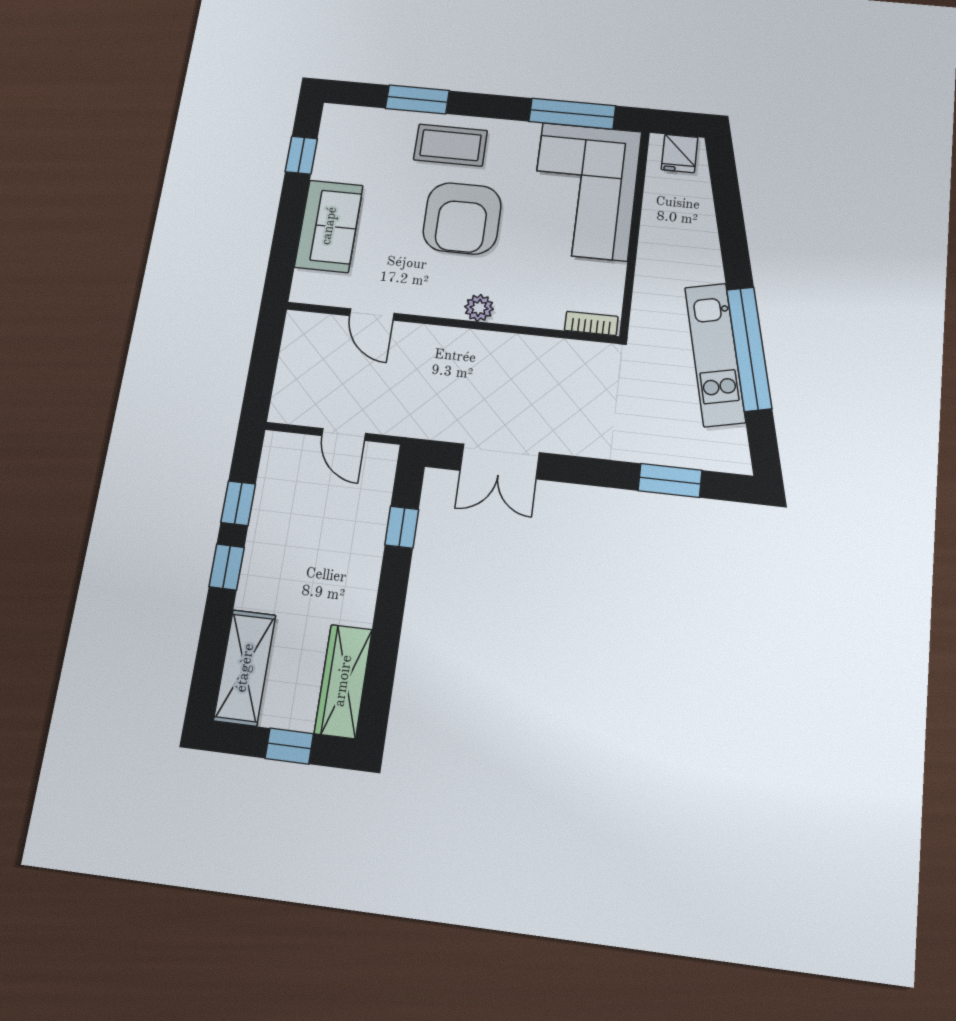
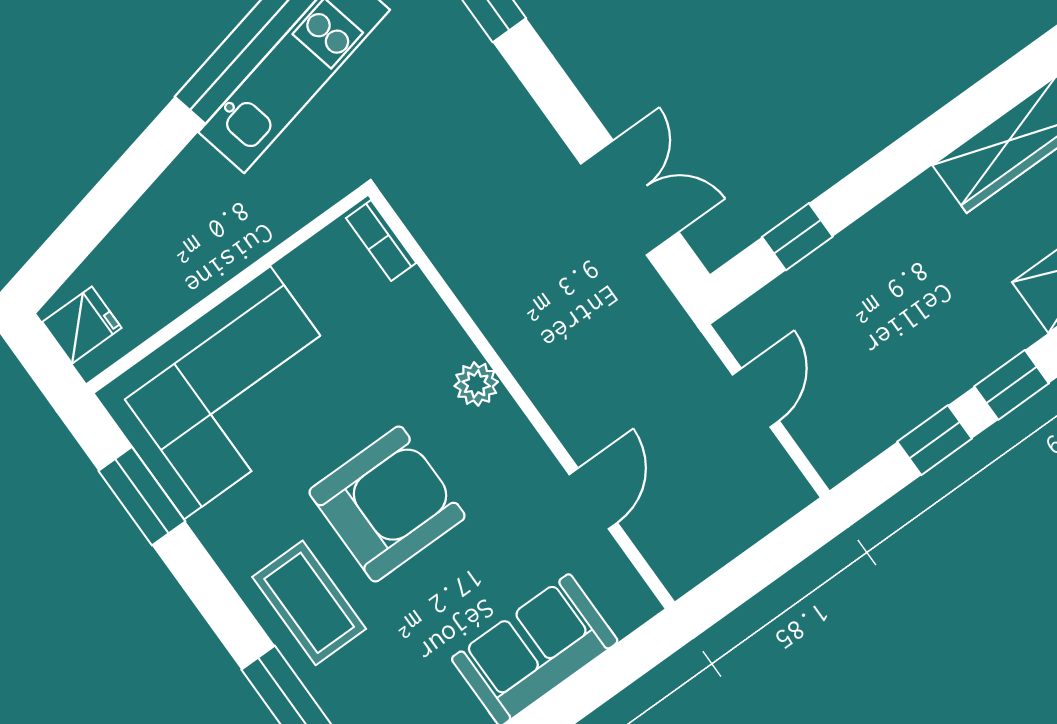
window: (572, 114) -> (142, 496), width x0.69

